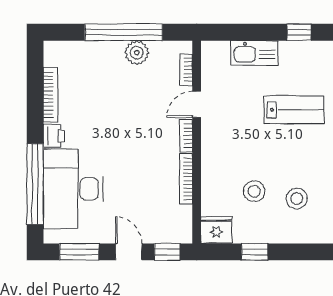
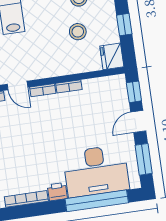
bookcase: (186, 179) -> (69, 86), width x0.64

